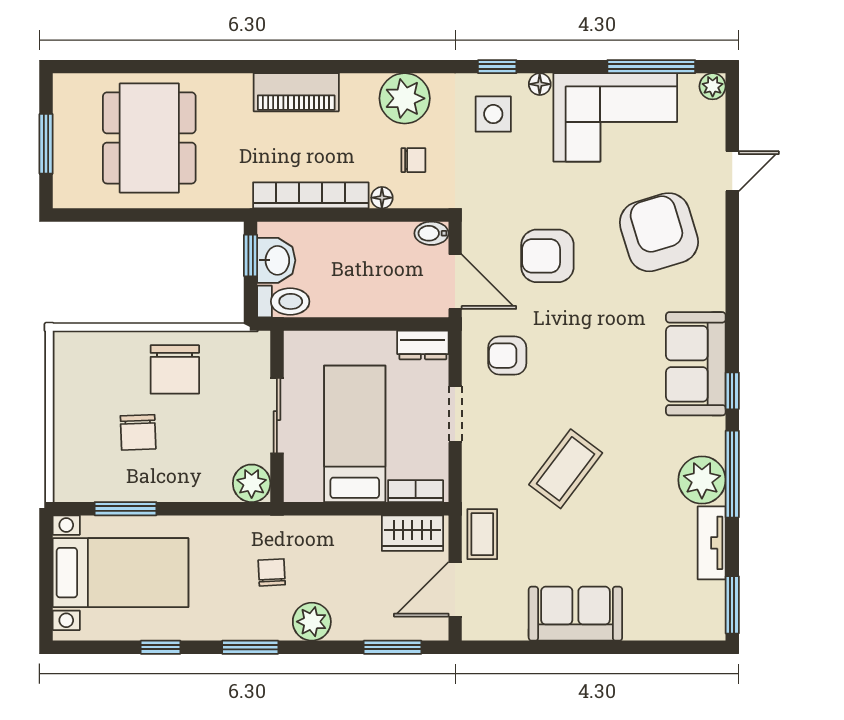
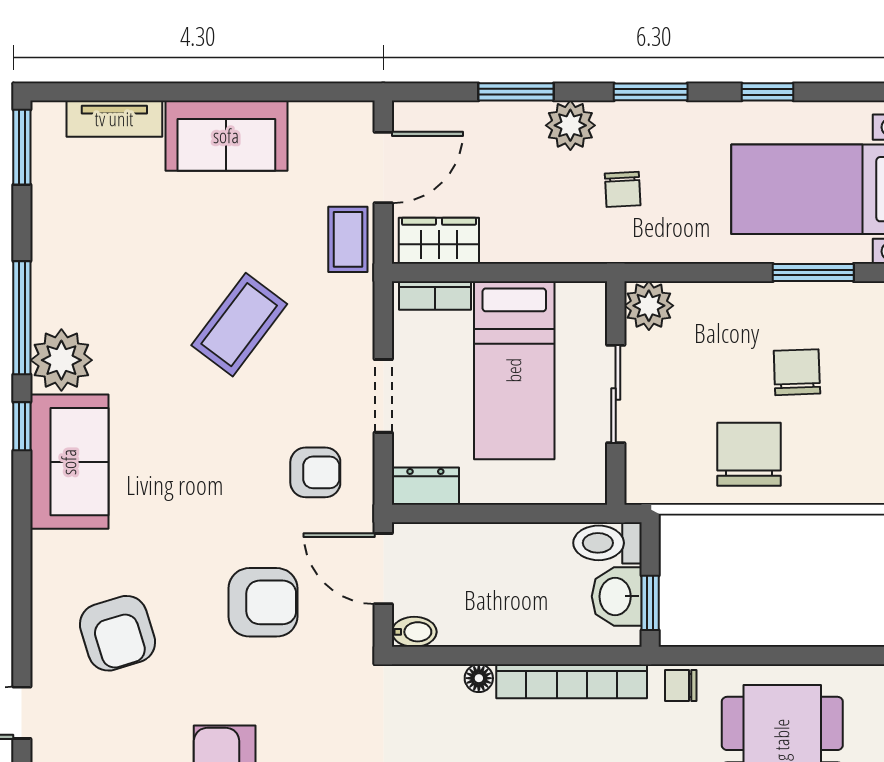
chair: (413, 160) -> (681, 685), moved
armchair: (659, 232) -> (117, 633), width x0.73, depth x0.73
plant: (702, 480) -> (61, 360), moved
tv unit: (712, 543) -> (114, 119), moved, turned 90
window: (393, 647) -> (516, 92), moved

